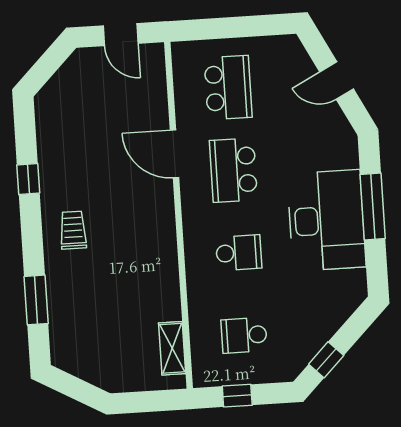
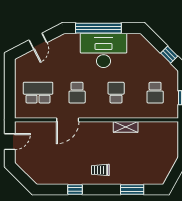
school desk: (233, 170) -> (77, 93), width x0.54
window: (373, 206) -> (98, 28), width x1.46
shelving: (172, 348) -> (126, 127), moved

